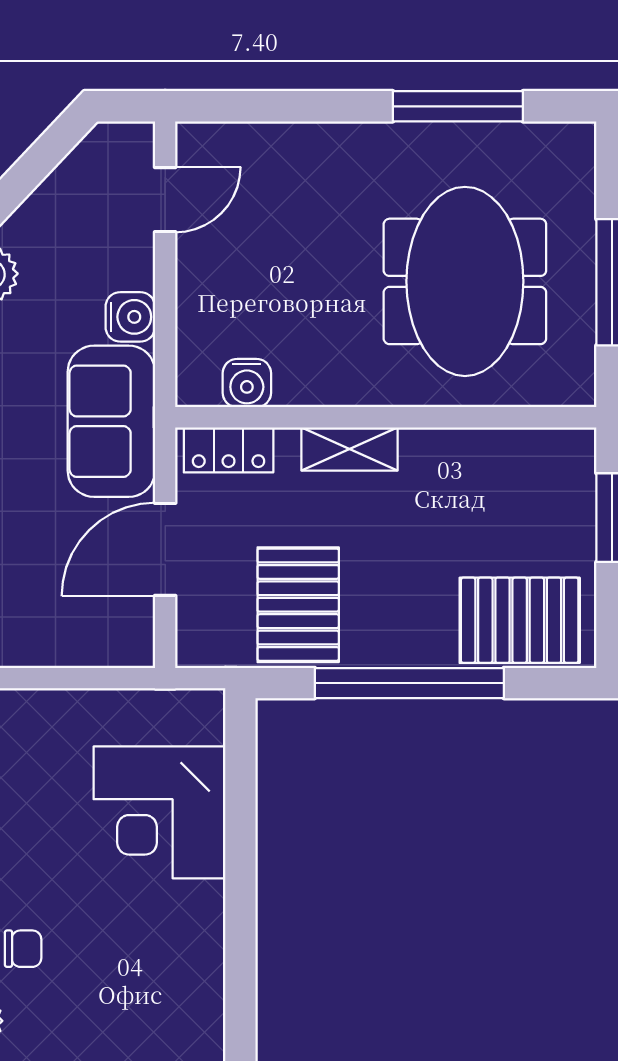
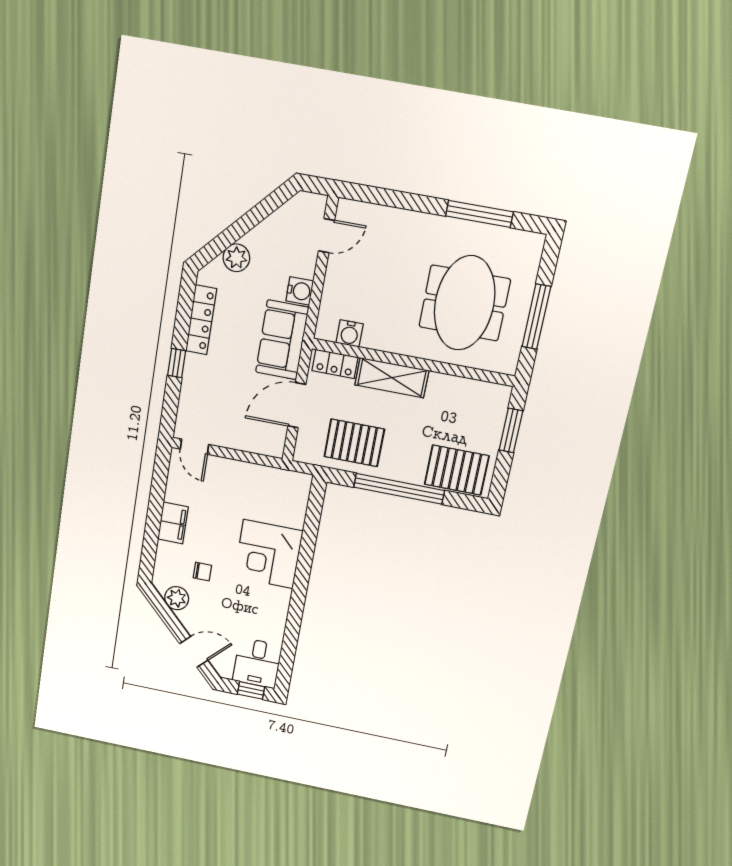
shelving: (349, 449) -> (392, 378), width x1.50, depth x1.33
pallet: (298, 605) -> (354, 443), turned 90
corner desk: (159, 812) -> (268, 554), moved

